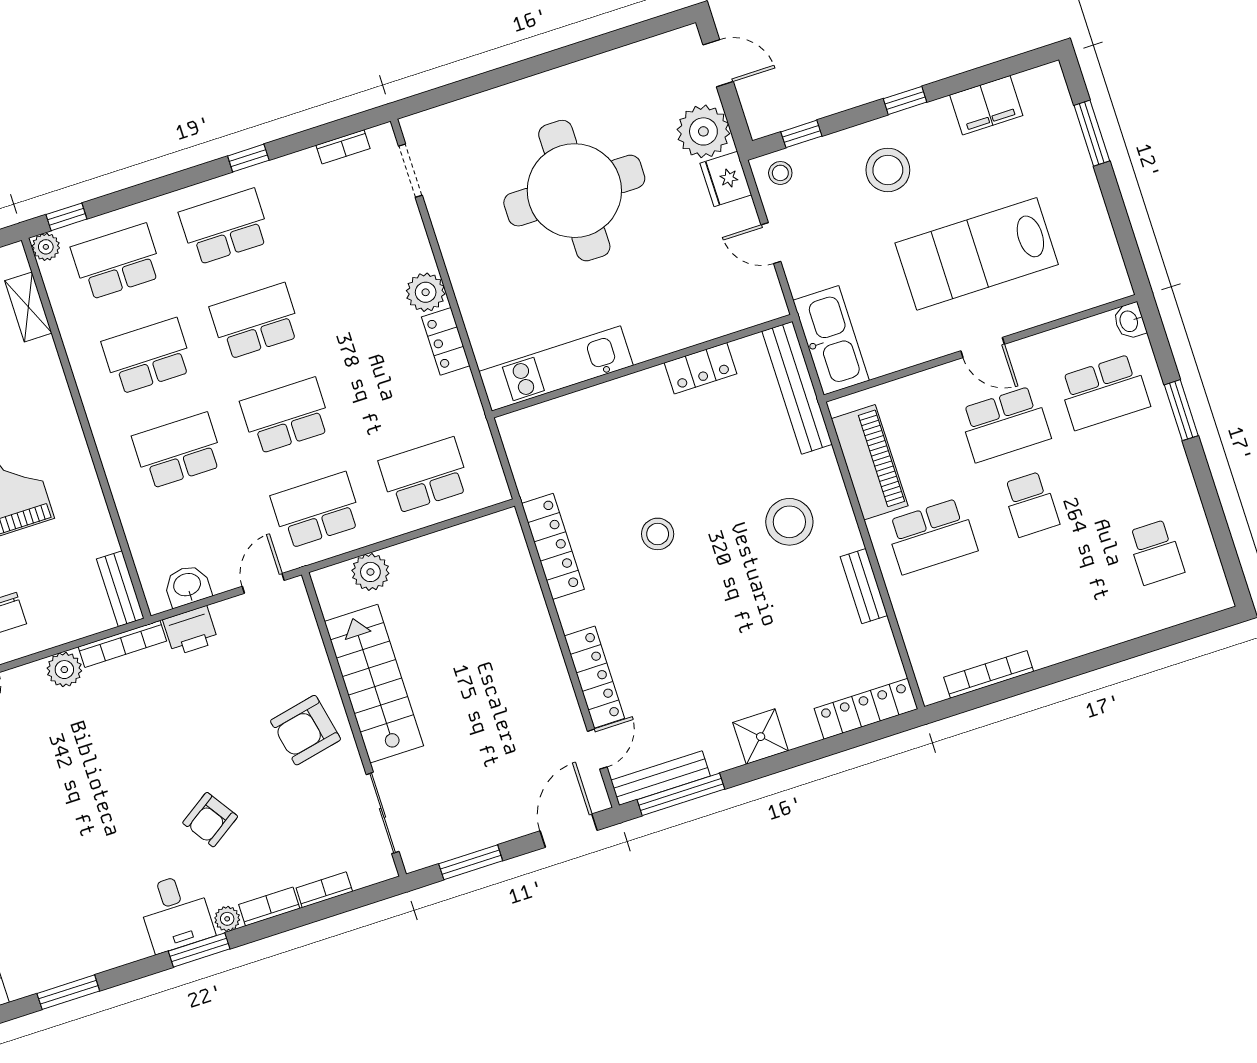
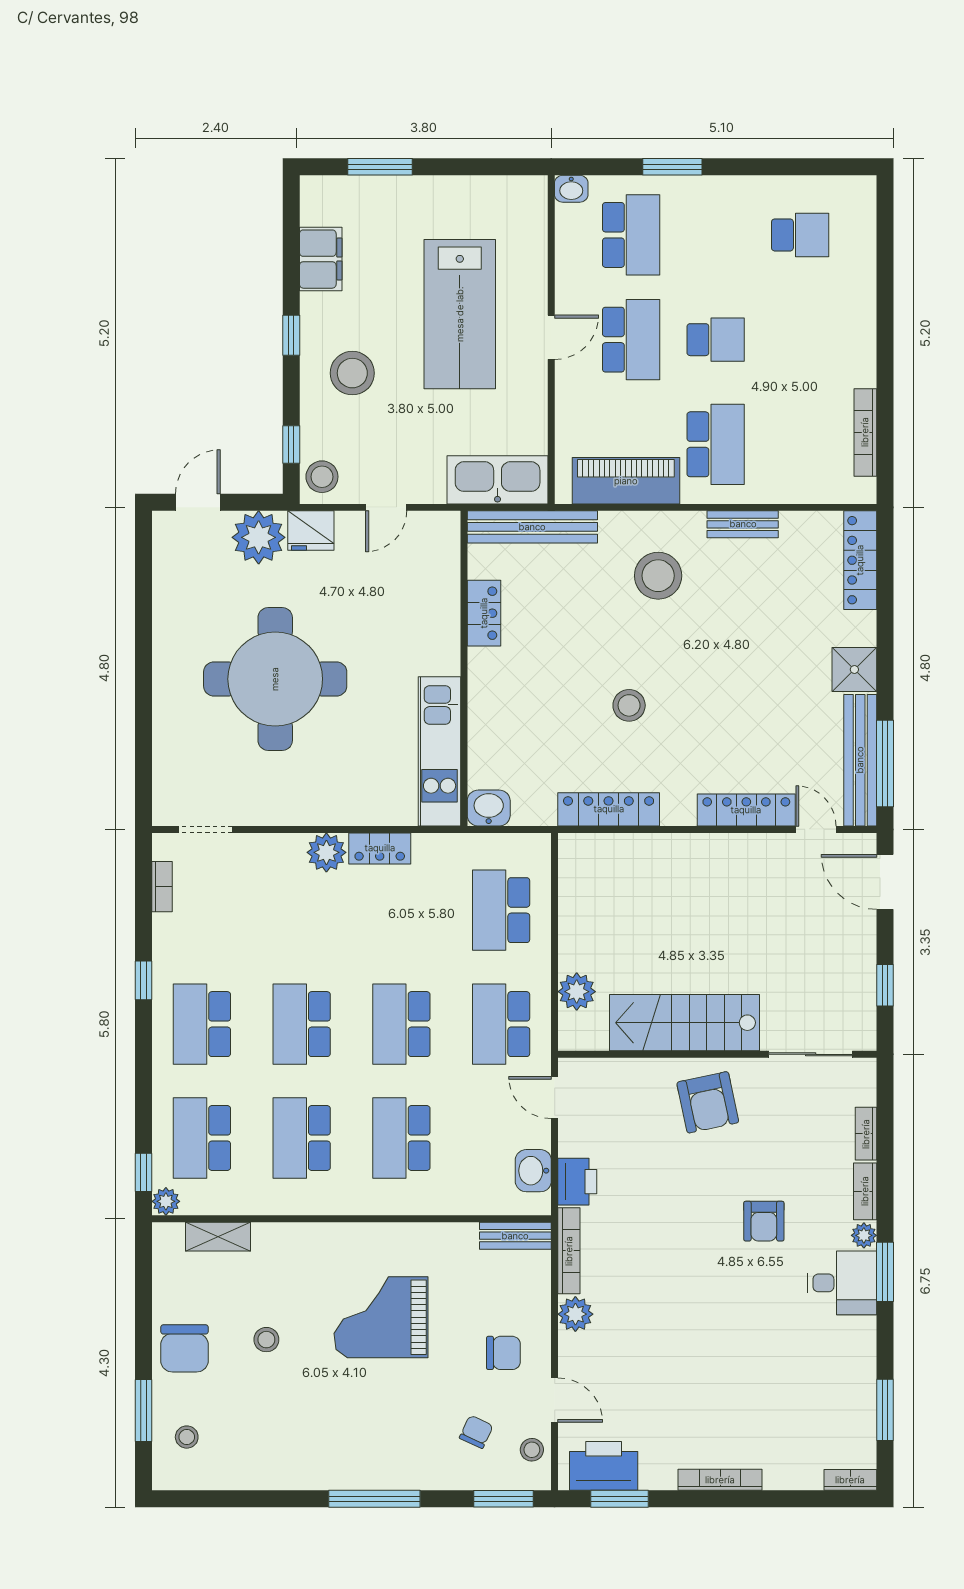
stool: (780, 173) -> (322, 477), width x1.37, depth x1.37
washbasin: (517, 432) -> (489, 808), added
bench: (661, 778) -> (860, 760), width x1.37, depth x1.21
armchair: (210, 820) -> (764, 1221), turned 34
window: (471, 862) -> (885, 985), width x0.67

